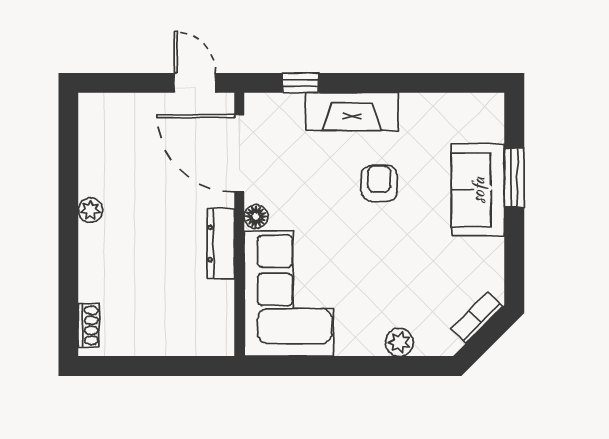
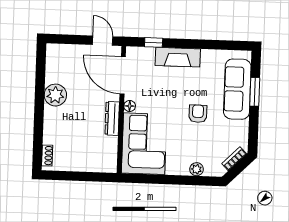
armchair: (379, 183) -> (198, 114), moved
sofa: (478, 190) -> (237, 89), width x1.36
plant: (90, 210) -> (55, 95), width x1.87, depth x1.87

